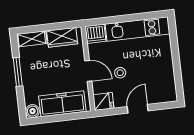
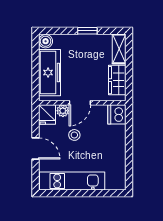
kitchen unit: (138, 29) -> (72, 181), moved, turned 90
window: (18, 72) -> (87, 31), width x0.67
plant: (98, 87) -> (63, 111), added

